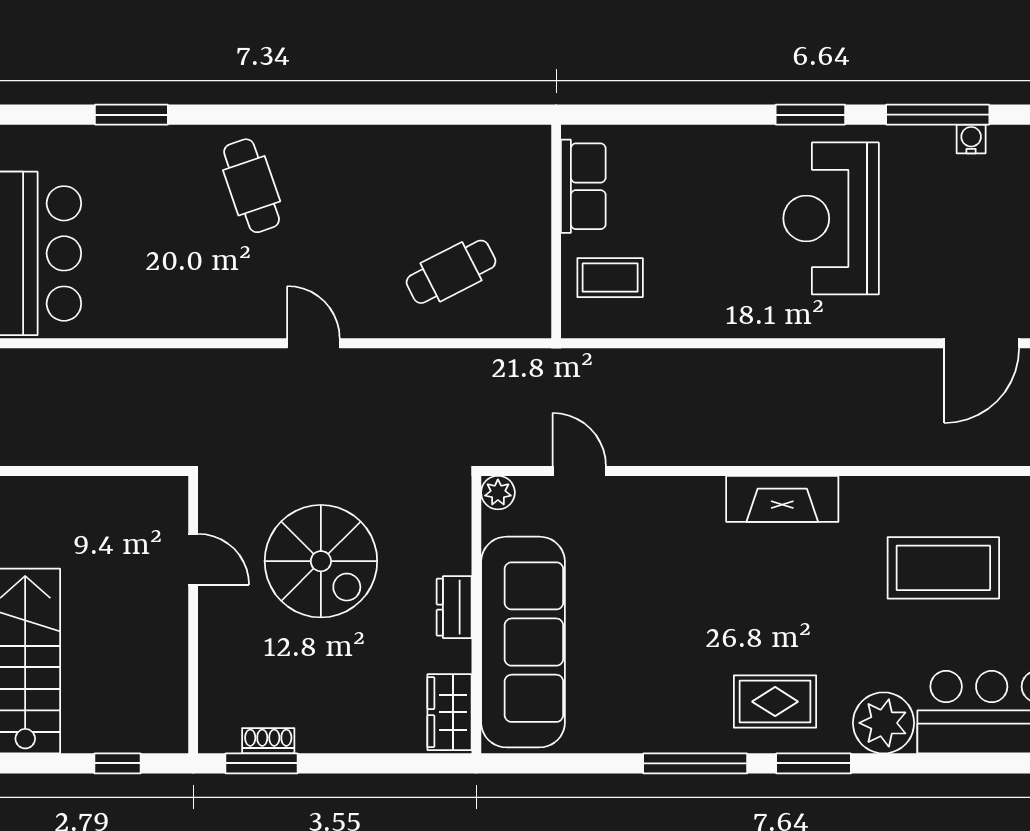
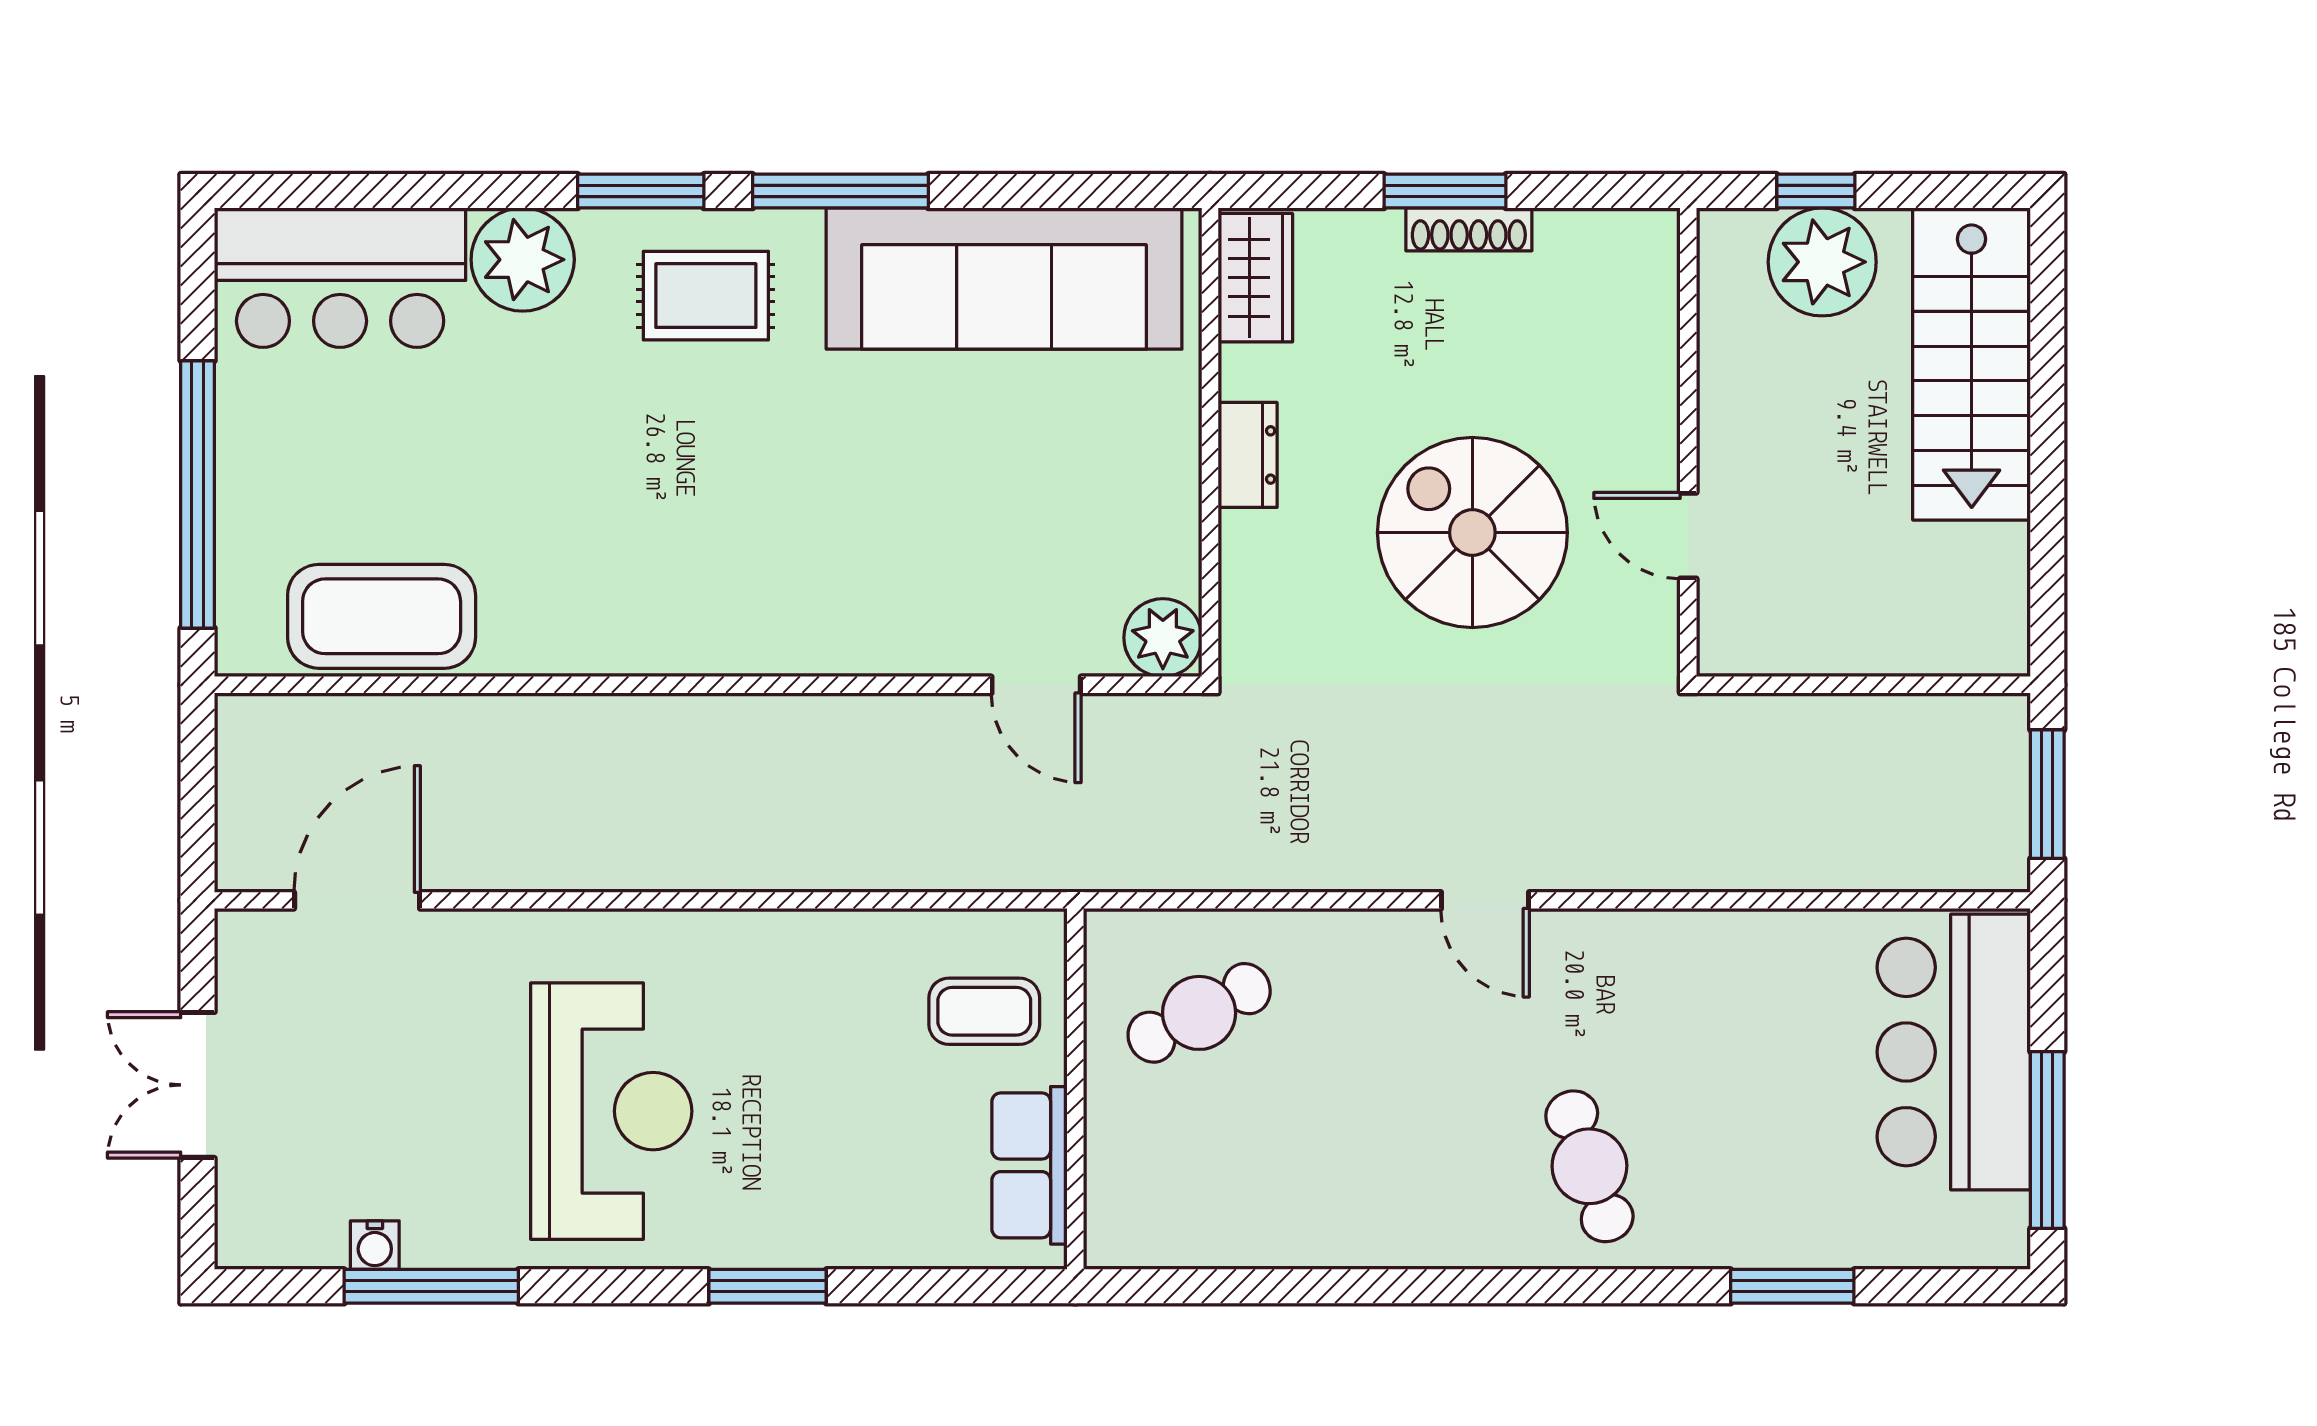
window: (810, 115) -> (768, 1286), moved
cafe table: (451, 272) -> (1199, 1013), moved
plant: (498, 493) -> (1163, 638), width x1.38, depth x1.38
fireplace: (782, 499) -> (694, 638), removed
coffee table: (943, 568) -> (382, 616), moved
sofa: (523, 642) -> (1004, 279), moved, turned -90
plant: (114, 721) -> (1822, 262), added
shoe rack: (268, 741) -> (1469, 229), moved, width x1.43
window: (262, 763) -> (1445, 191), moved

